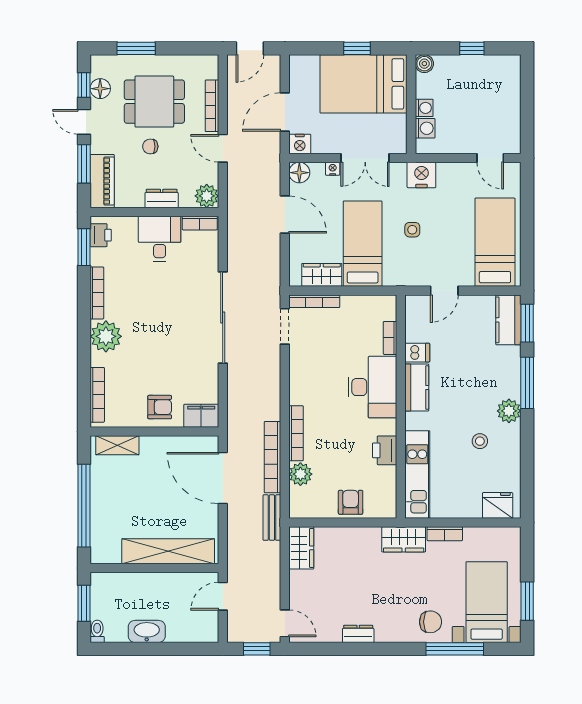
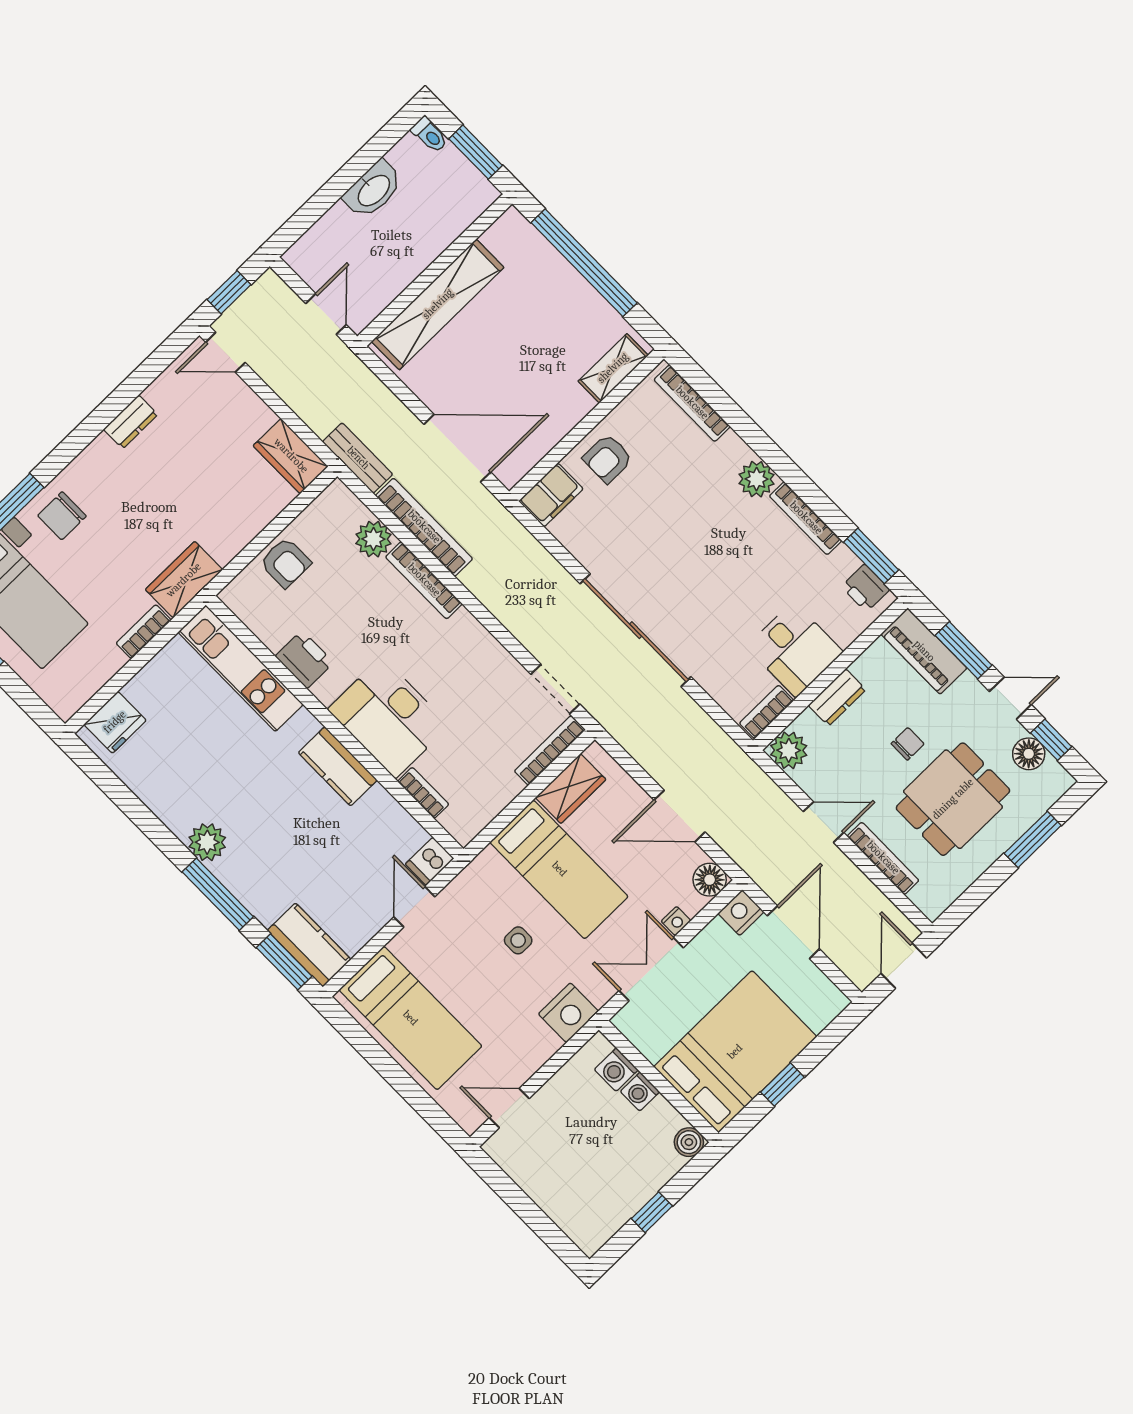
plant: (106, 336) -> (757, 479), width x0.73, depth x0.73
dishwasher: (417, 353) -> (430, 861), moved
stool: (480, 441) -> (207, 776), removed

